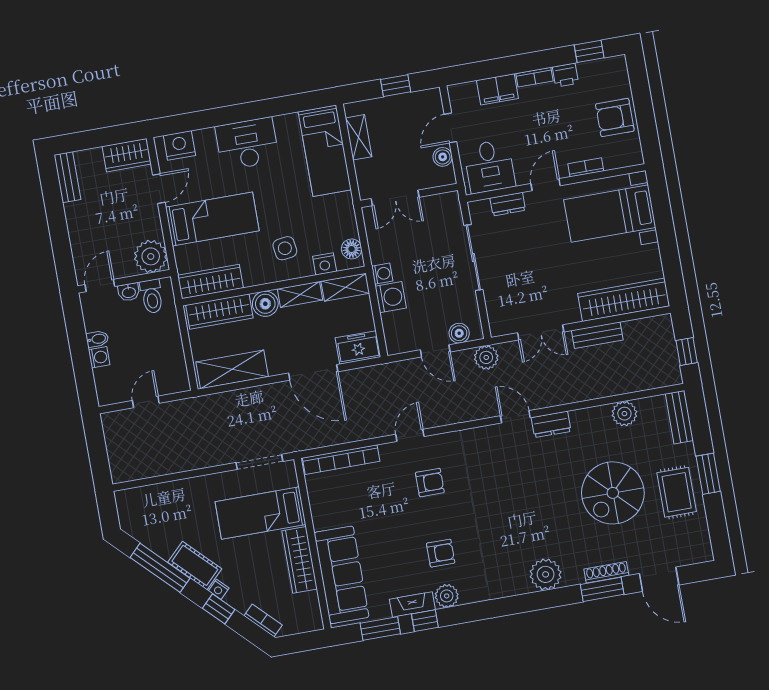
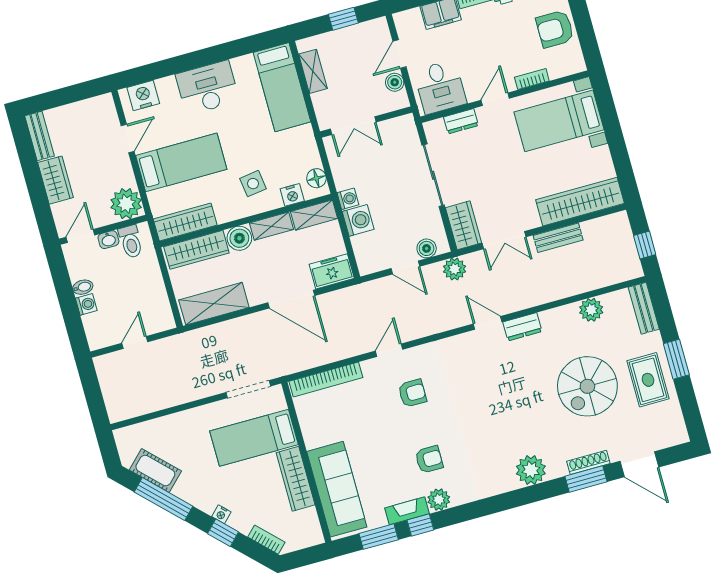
wardrobe: (127, 155) -> (56, 180), moved, turned -90
wardrobe: (500, 313) -> (463, 225), added
cot: (195, 565) -> (155, 471), moved

